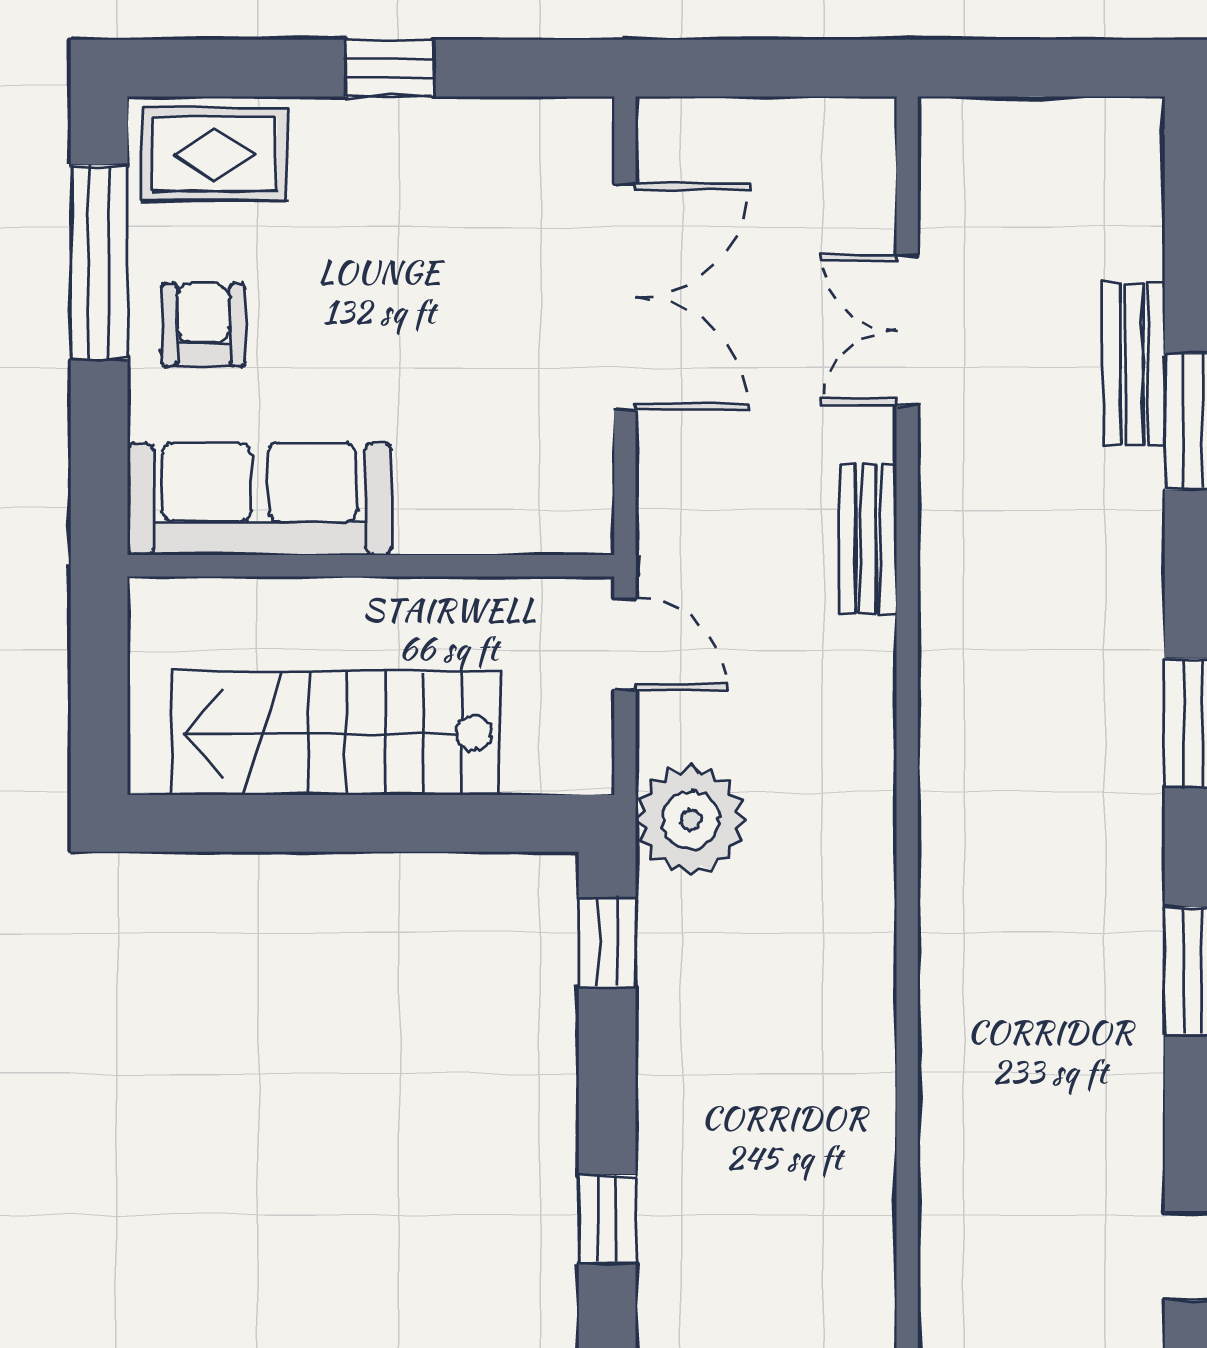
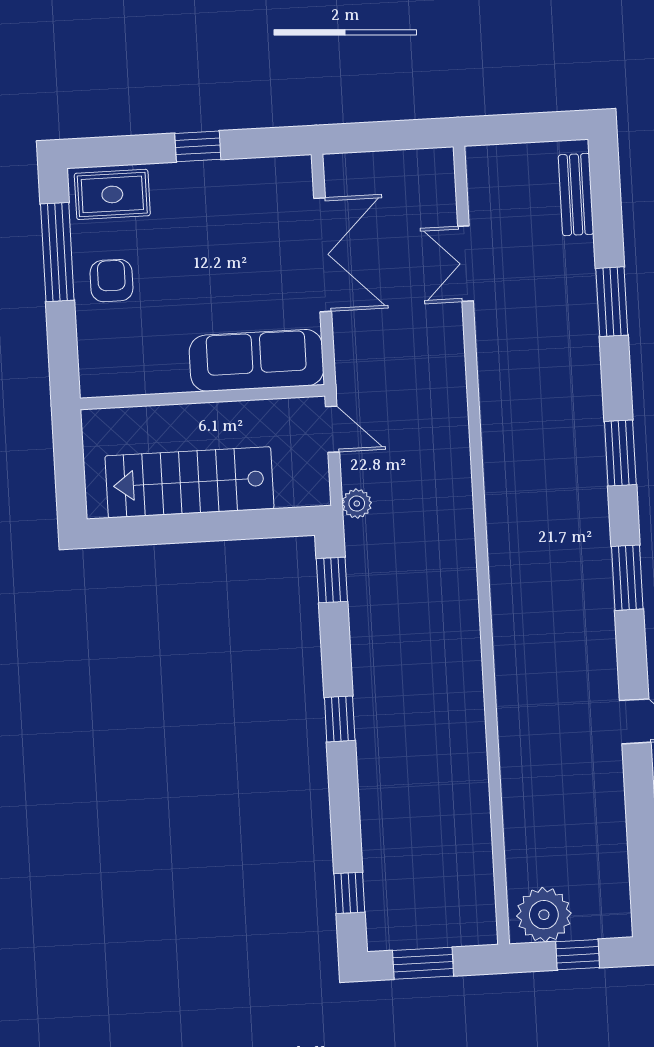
bench: (1134, 364) -> (576, 194), moved
sofa: (259, 499) -> (257, 360), moved
bench: (868, 539) -> (452, 370), removed
plant: (691, 820) -> (357, 504), width x0.53, depth x0.53

